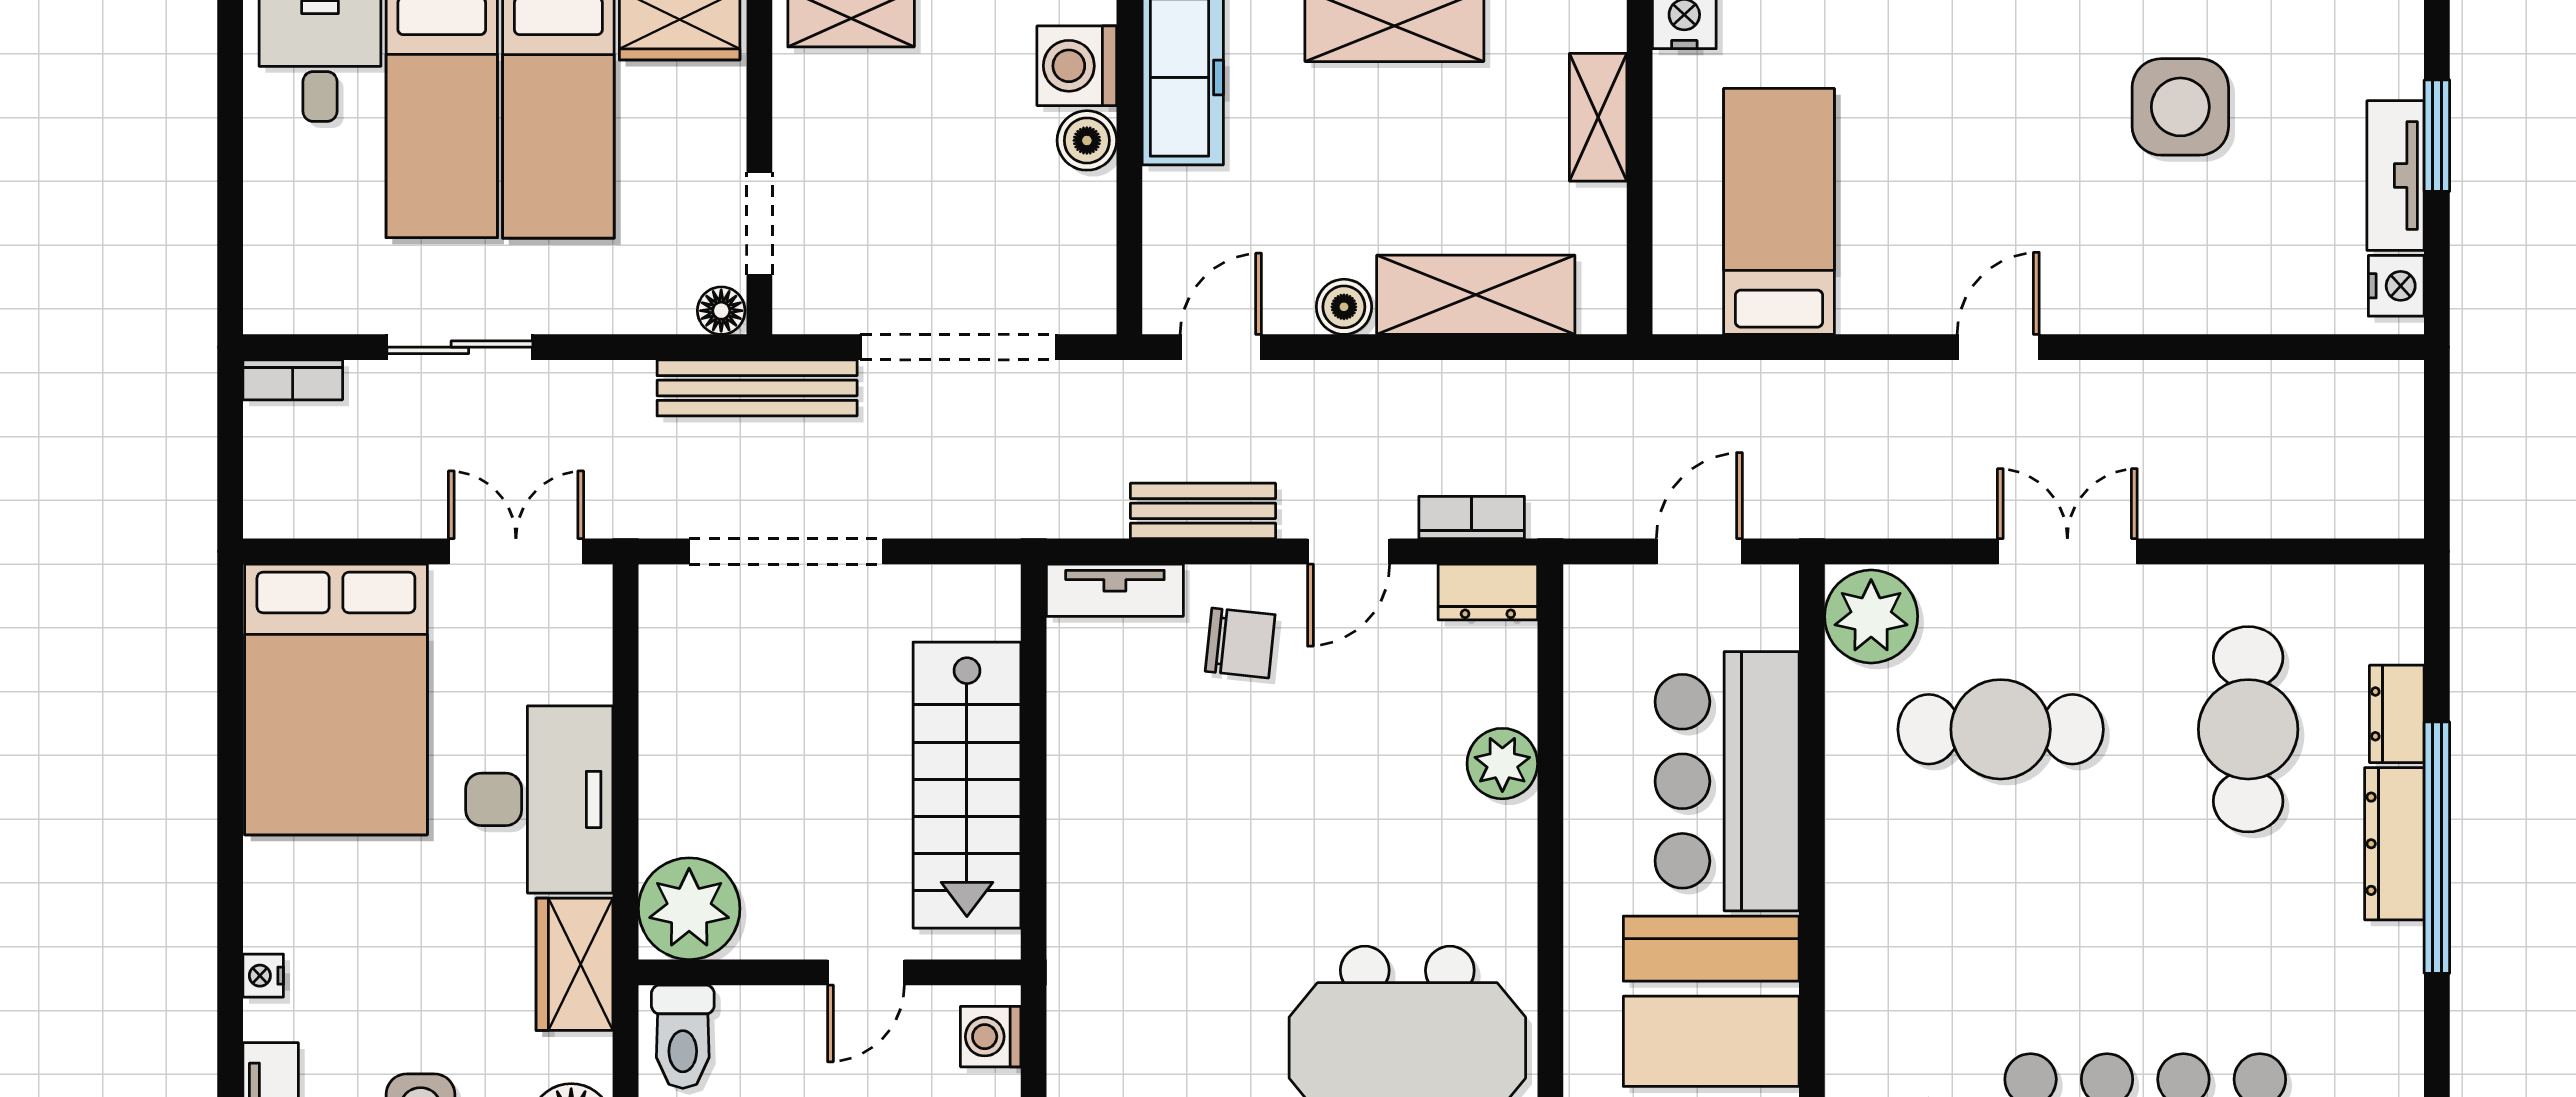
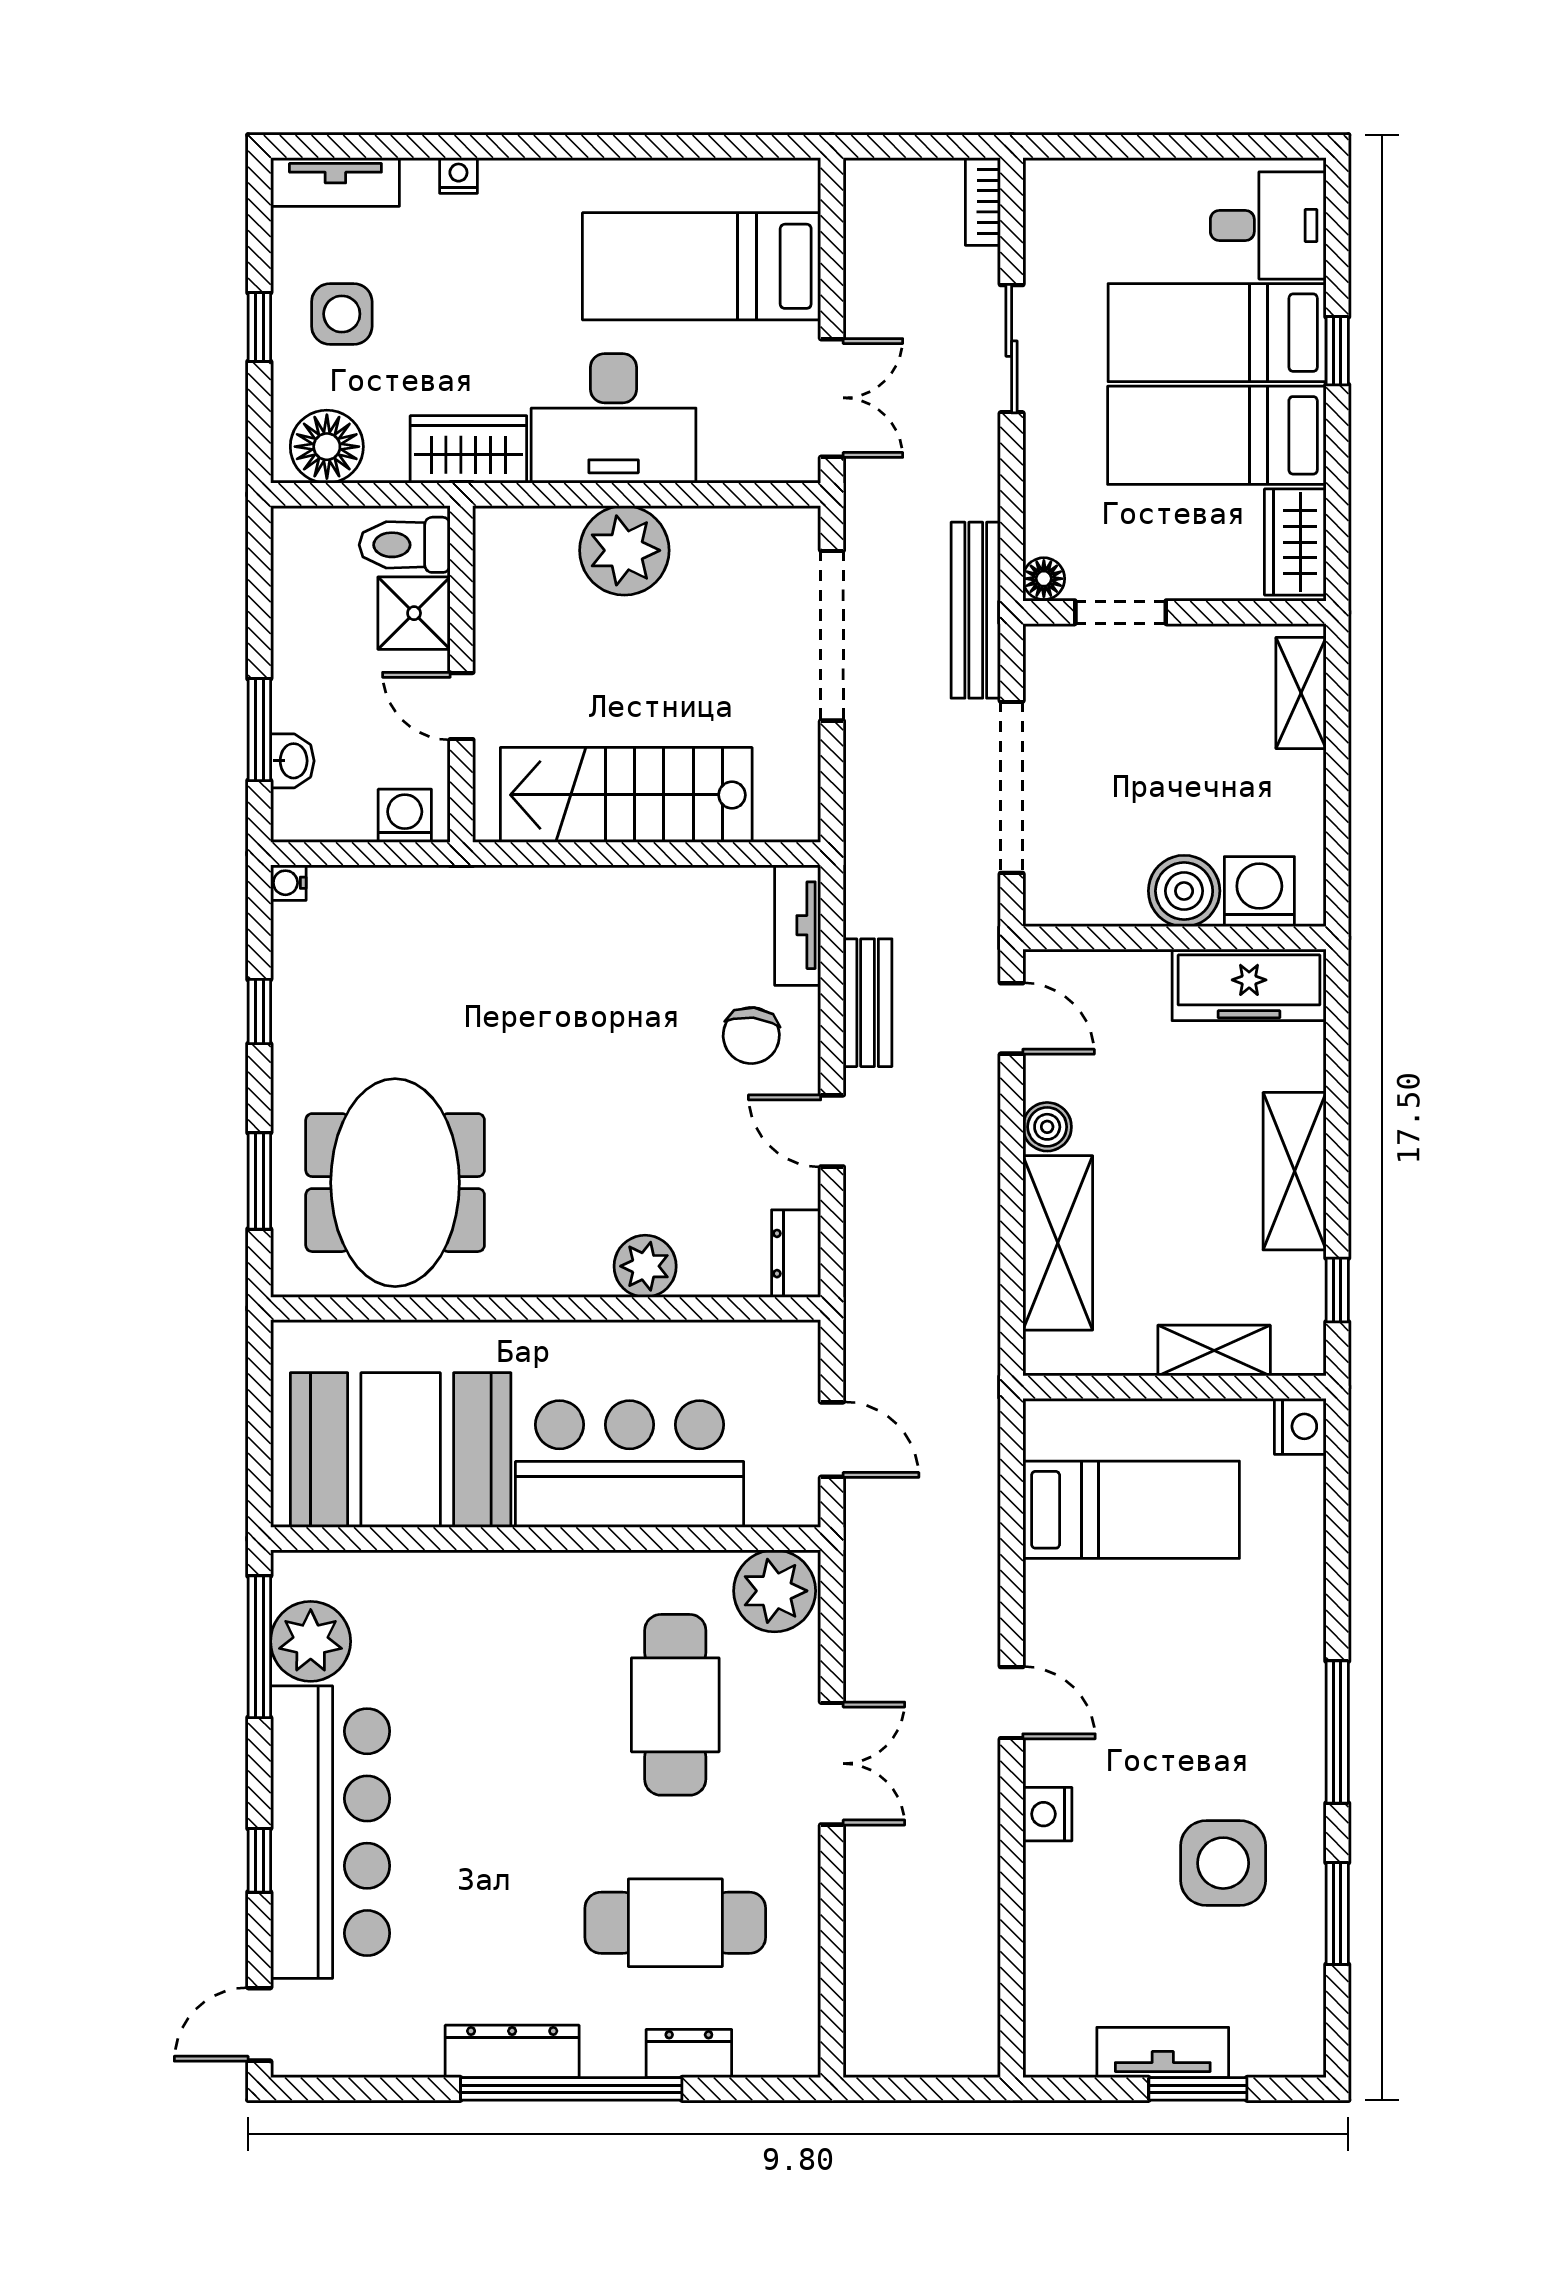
boiler: (1087, 140) -> (1184, 891), width x1.36, depth x1.36
nightstand: (2396, 286) -> (1047, 1814), moved, turned 90
bookcase: (1472, 517) -> (862, 1239), removed
bed: (336, 699) -> (702, 266), width x0.67
dresser: (2394, 844) -> (512, 2051), moved
plant: (689, 909) -> (624, 550), moved
shower: (760, 1026) -> (414, 613), added

